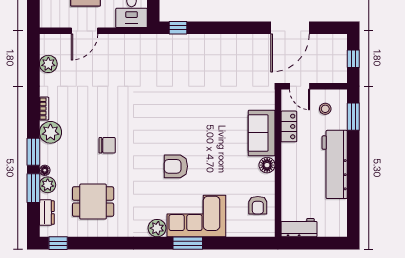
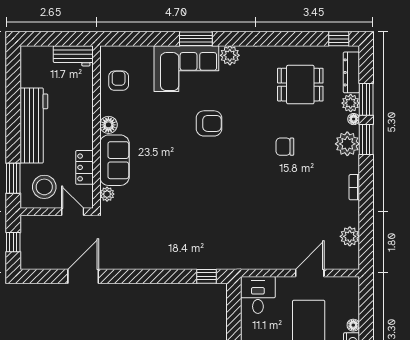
door: (290, 28) -> (83, 276), width x0.73
plant: (268, 102) -> (107, 194), added
stool: (325, 109) -> (44, 187), width x1.89, depth x1.89
plant: (50, 132) -> (347, 144), moved
dresser: (47, 213) -> (351, 72), width x1.44

